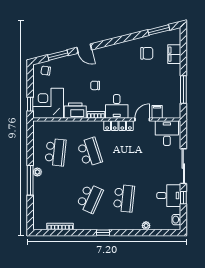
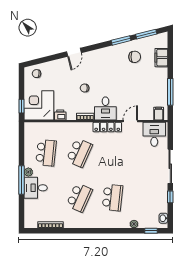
door: (84, 49) -> (74, 52), hinge flipped
window: (58, 55) -> (121, 40), moved
printer: (75, 111) -> (60, 115), width x0.53, depth x0.68
filing cabinet: (157, 112) -> (159, 114), moved
school desk: (90, 152) -> (79, 153), turned 42
desk: (169, 196) -> (36, 188), moved, turned 180
window: (103, 233) -> (151, 231), moved

